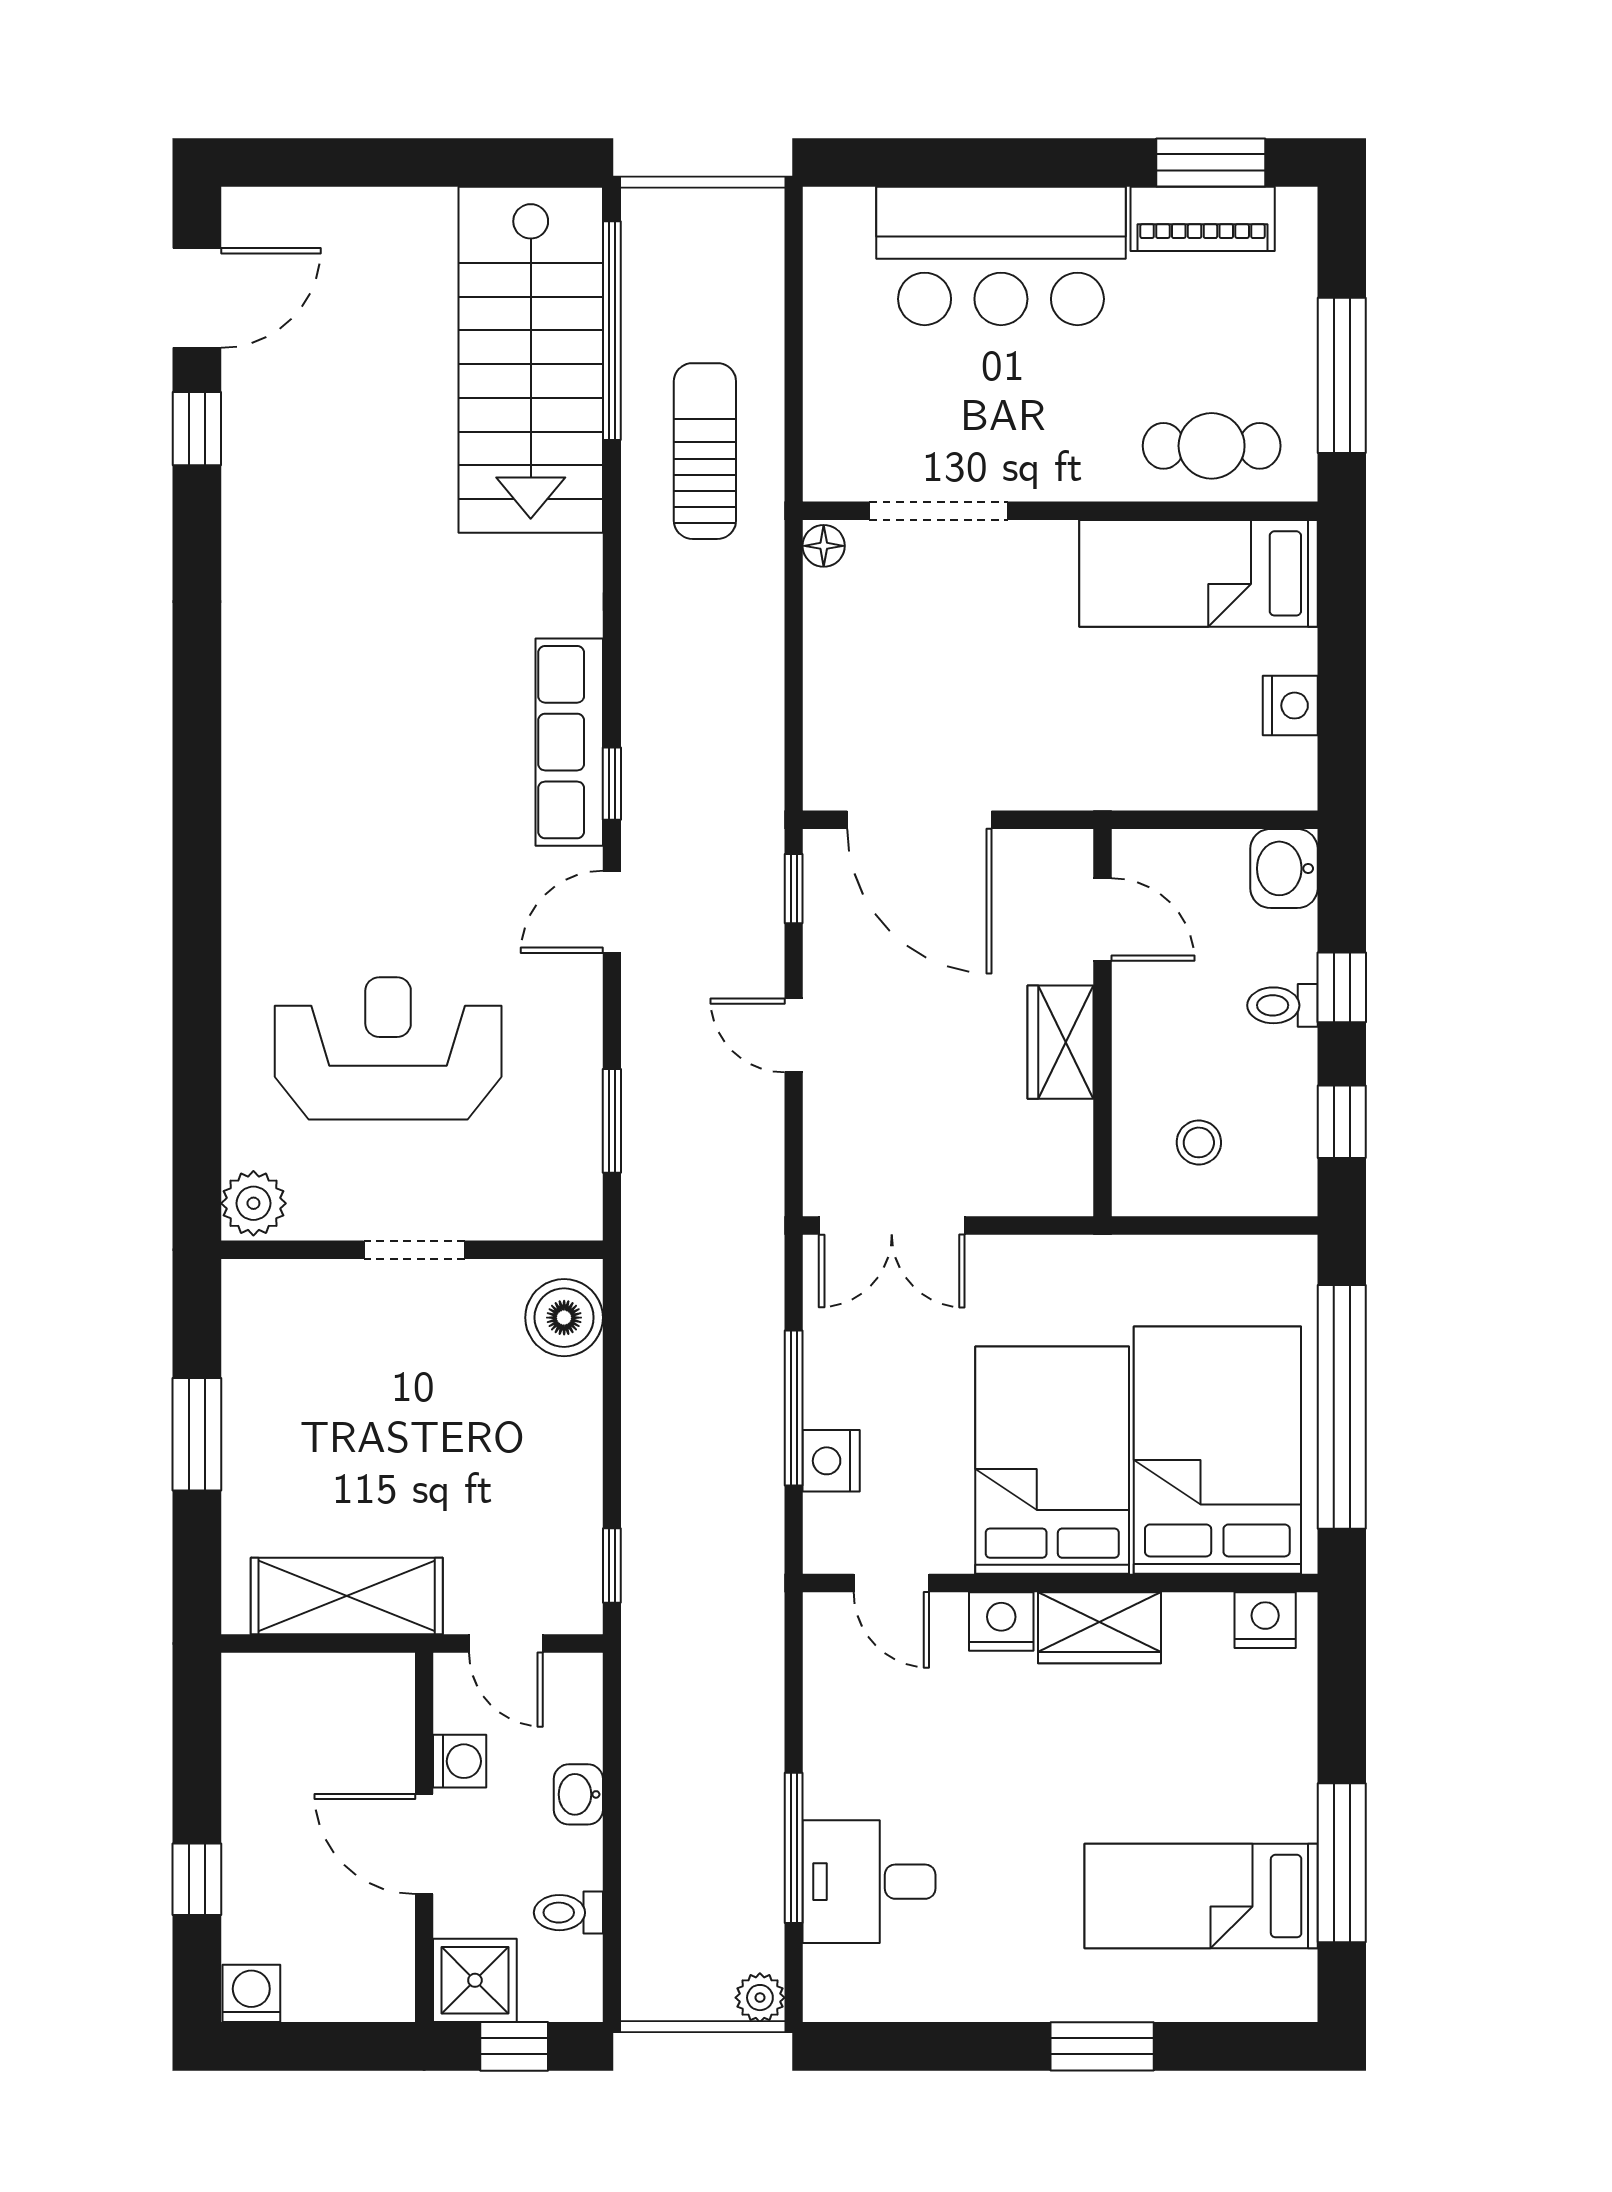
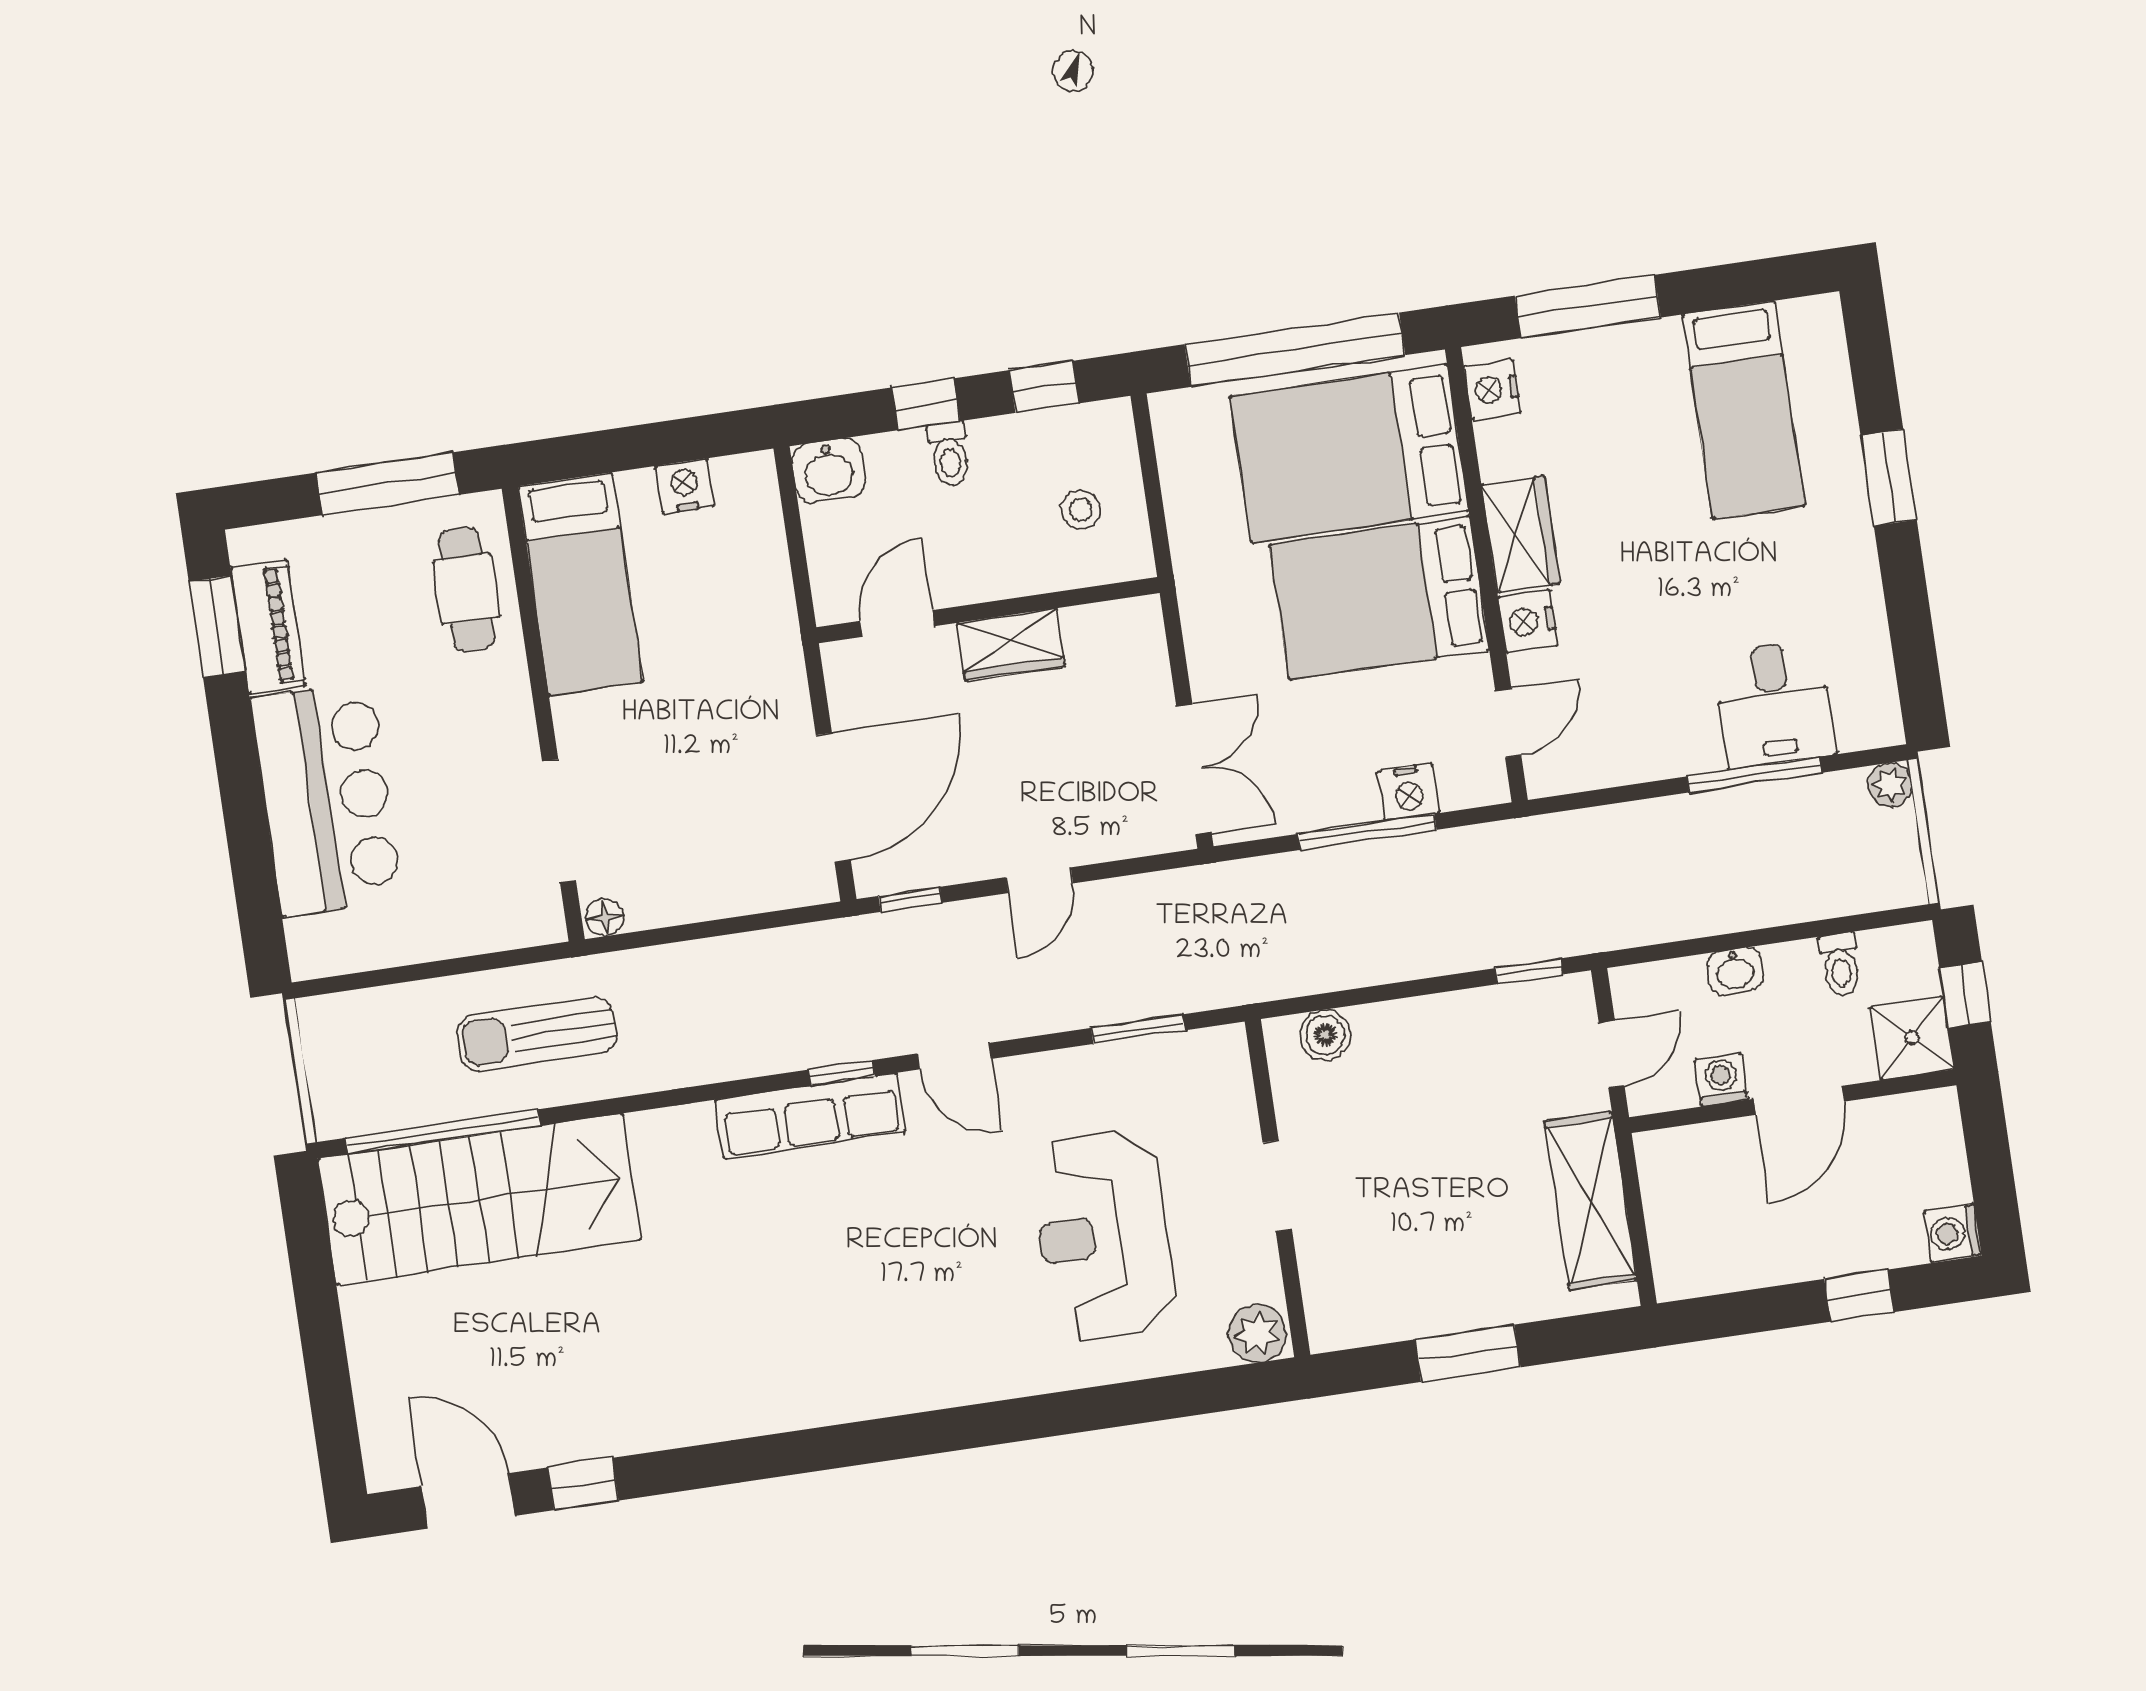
boiler: (564, 1318) -> (1325, 1035), width x0.73, depth x0.73
window: (1342, 1863) -> (1588, 307), moved

